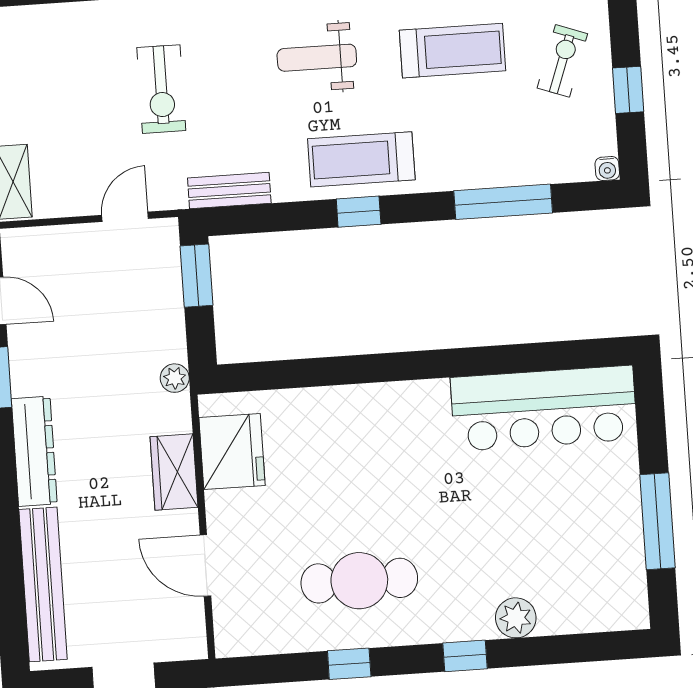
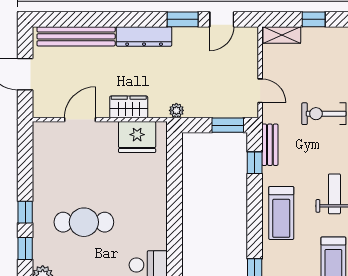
treadmill: (361, 159) -> (281, 213), turned 180
window: (359, 212) -> (255, 163), moved
cafe table: (359, 581) -> (84, 222), moved, turned 90
window: (349, 664) -> (25, 212), moved

